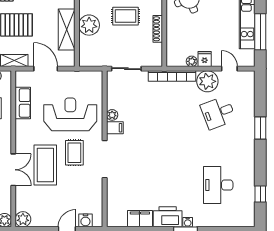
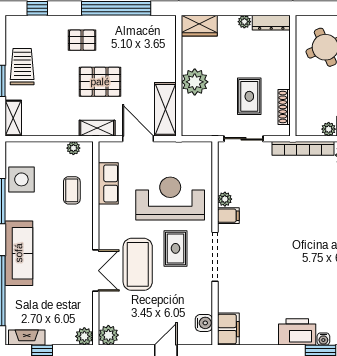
rug: (125, 16) -> (249, 96), moved, turned 90
shoe rack: (158, 29) -> (284, 107), moved
shelving: (67, 30) -> (165, 109), moved
filing cabinet: (140, 219) -> (228, 329), moved, turned 90
water cooler: (85, 220) -> (204, 323), moved, turned -90

